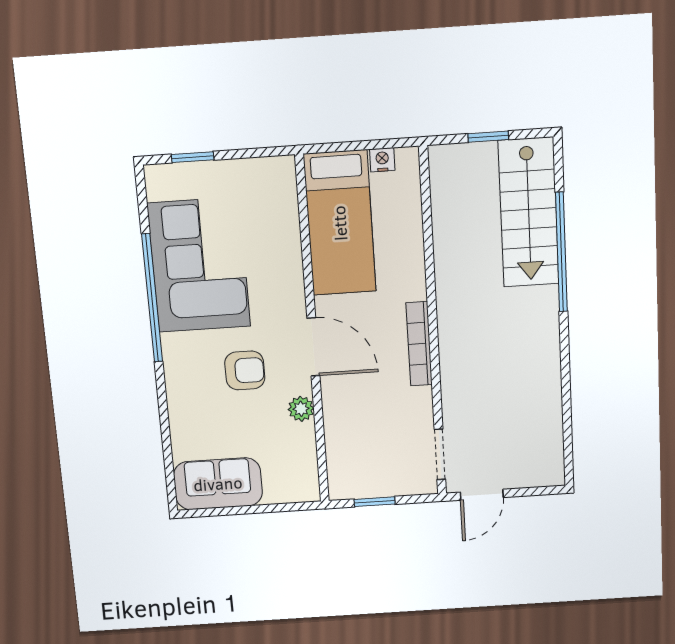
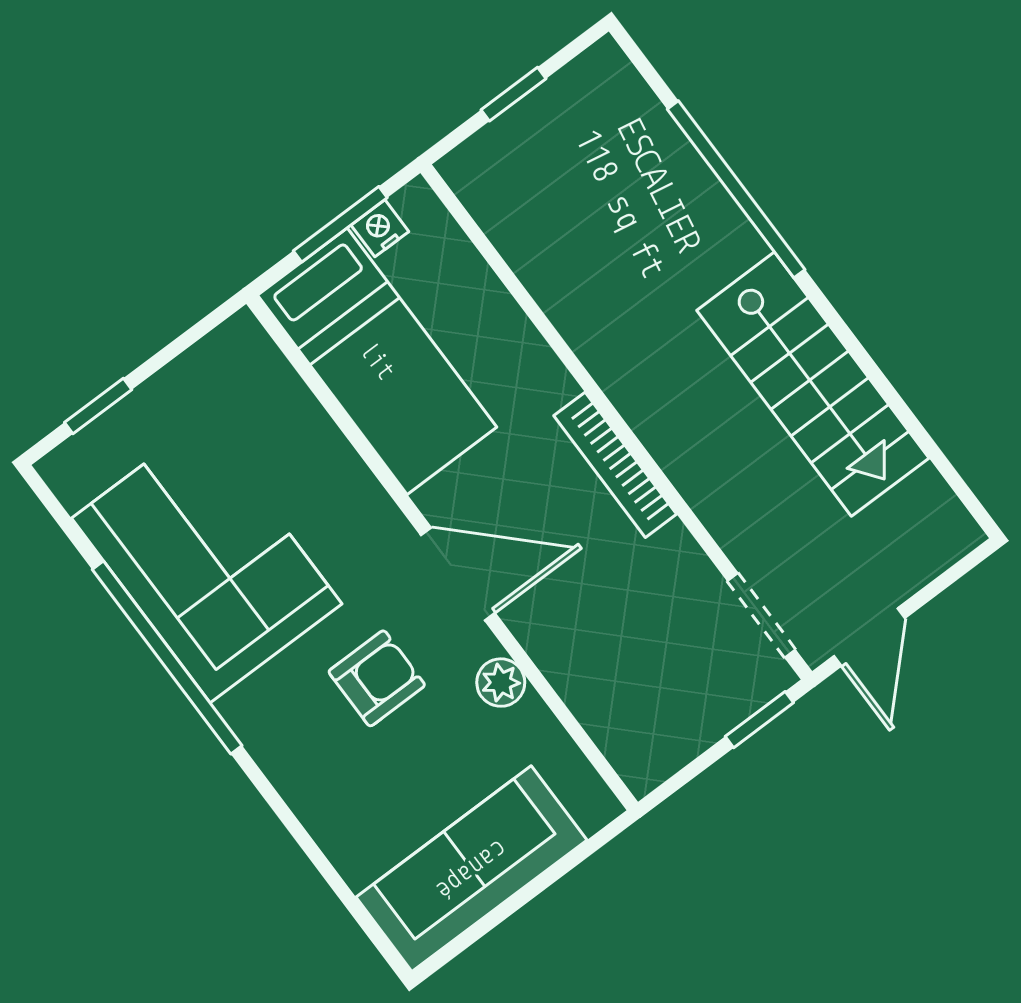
window: (365, 145) -> (340, 224), added
stairs: (529, 213) -> (813, 384), moved
sofa: (218, 484) -> (472, 869), width x1.36
window: (375, 502) -> (759, 720), moved

